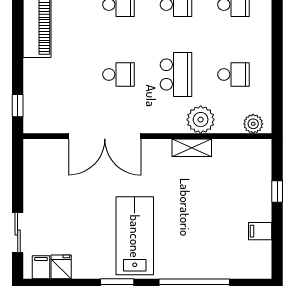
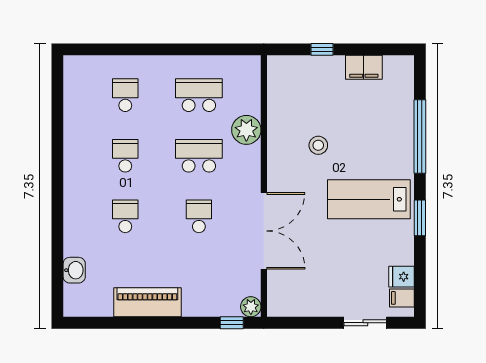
school desk: (234, 74) -> (199, 95), width x1.85
plant: (253, 124) -> (251, 307), moved
shelving: (192, 148) -> (276, 139), removed
stool: (186, 188) -> (318, 145), added
filing cabinet: (260, 231) -> (364, 67), width x2.00

